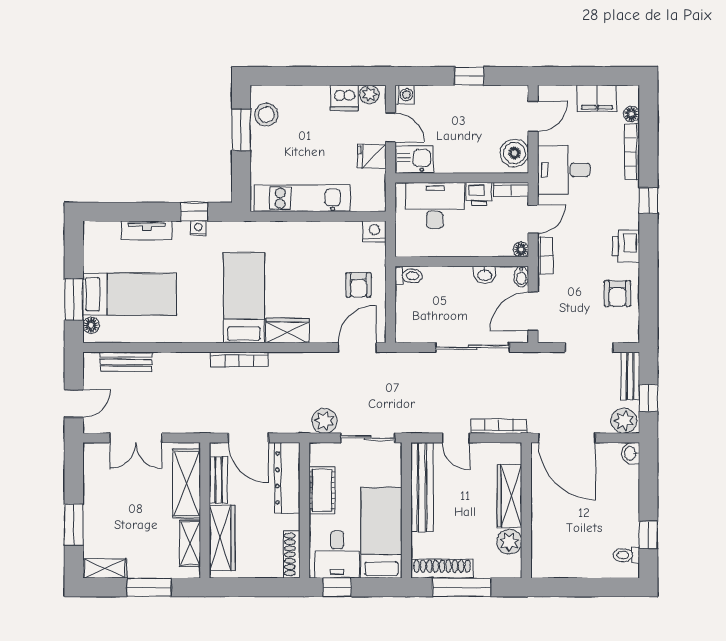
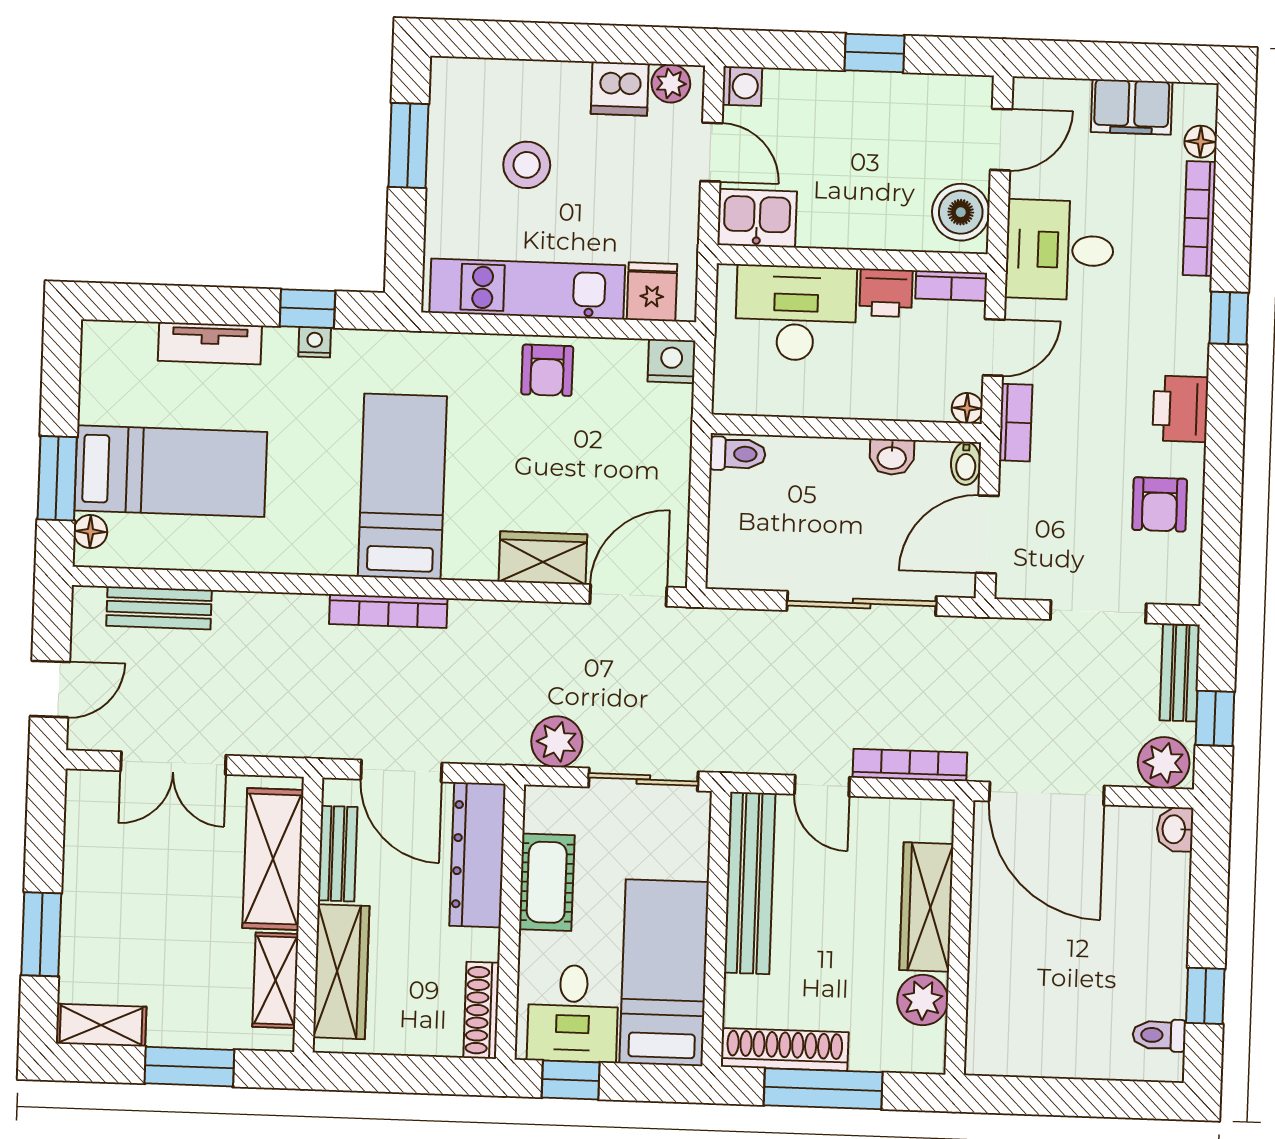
stool: (266, 114) -> (527, 165), moved
fridge: (372, 156) -> (652, 292), moved, turned 90
armchair: (359, 285) -> (547, 370), moved
wardrobe: (288, 331) -> (543, 558), moved

